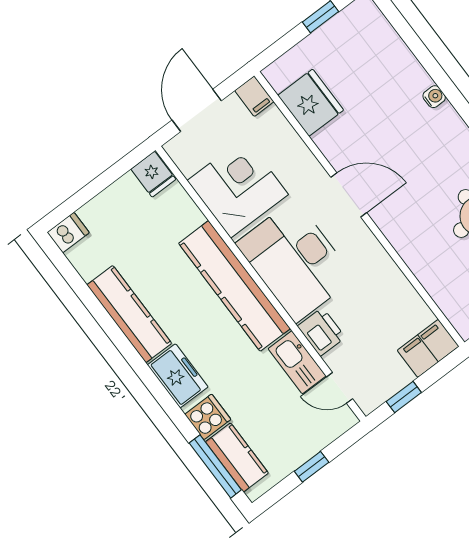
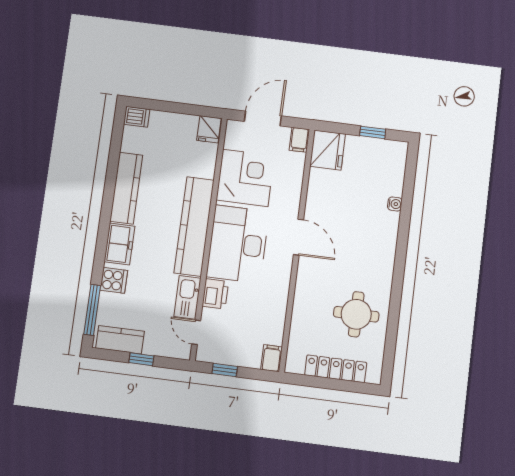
water cooler: (434, 97) -> (395, 204), moved
fridge: (311, 103) -> (328, 150), moved
filing cabinet: (428, 348) -> (272, 358), width x0.50
kitchen counter: (237, 457) -> (120, 340), moved, turned -90

